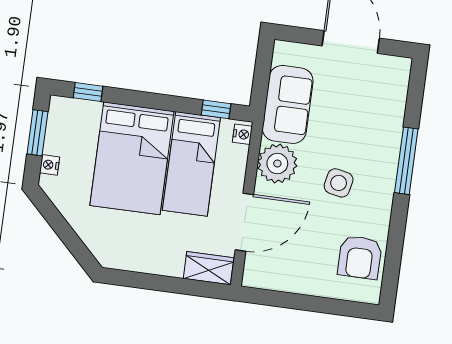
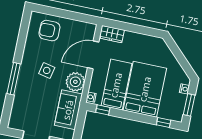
armchair: (360, 257) -> (49, 31), moved, turned -90

